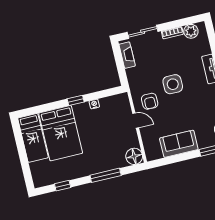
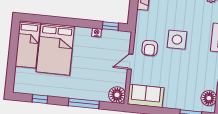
window: (76, 100) -> (110, 26), moved
door: (136, 120) -> (130, 62), swing flipped
sofa: (179, 144) -> (146, 96), moved

